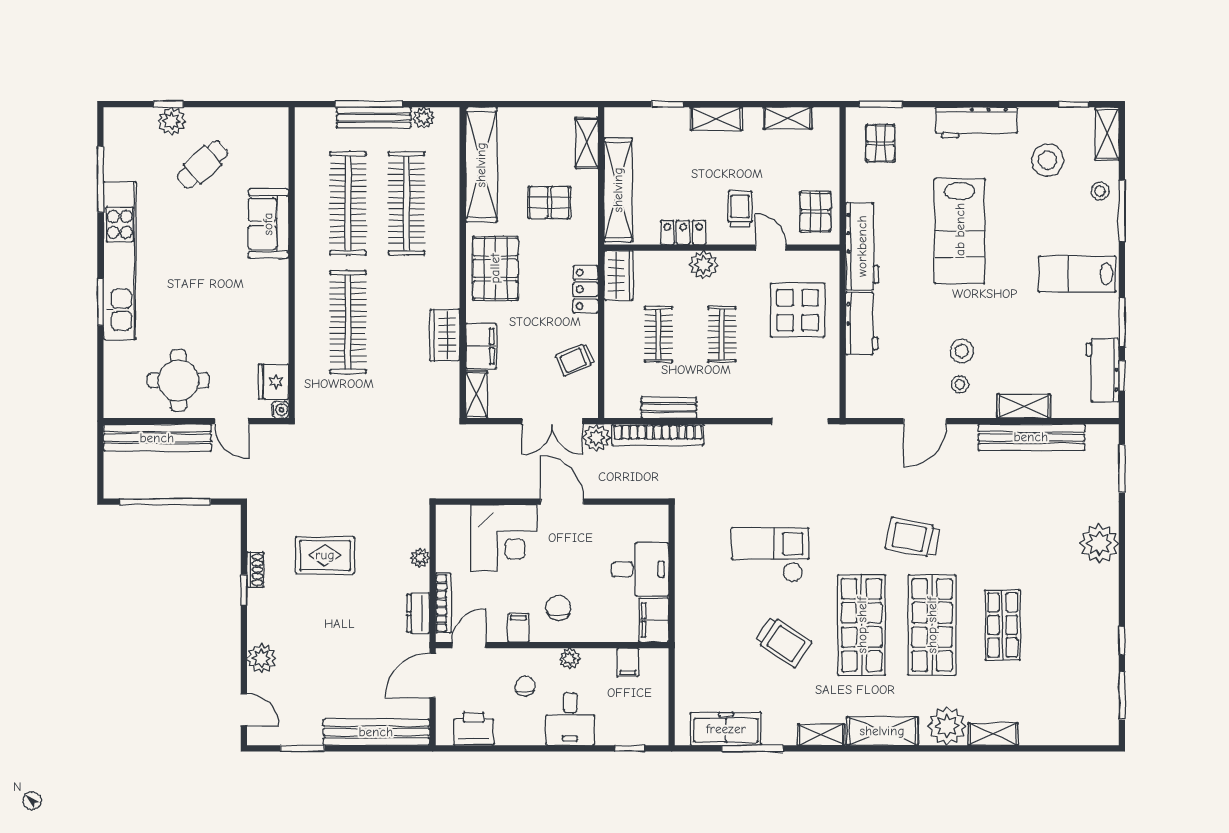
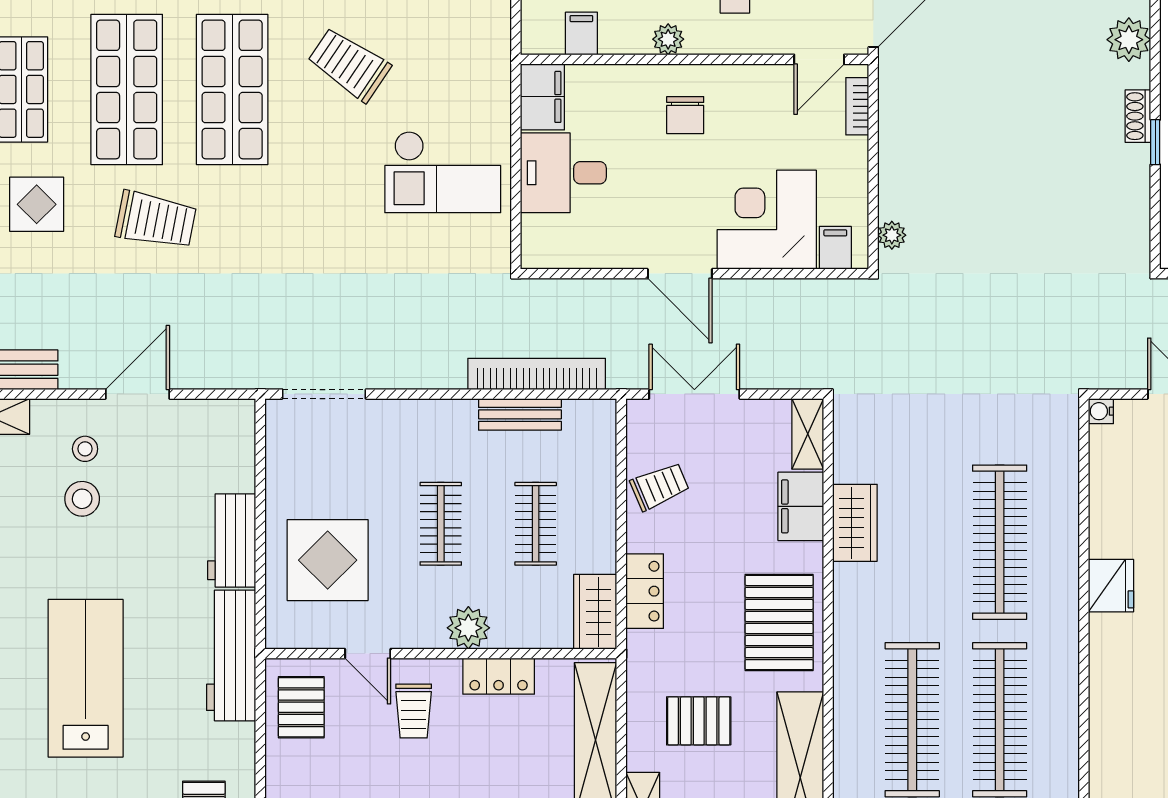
sofa: (268, 224) -> (1118, 689), removed
fridge: (273, 382) -> (1111, 586), moved
plant: (596, 438) -> (628, 370), removed
display table: (992, 548) -> (37, 204), added
rug: (325, 555) -> (1034, 194), removed
checkout: (770, 555) -> (443, 172), moved
plant: (420, 558) -> (892, 235), moved
shoe rack: (255, 570) -> (1138, 116), moved
bookcase: (443, 603) -> (857, 106), width x0.64
dresser: (418, 613) -> (895, 107), removed
filing cabinet: (518, 628) -> (835, 248), moved, turned 180

